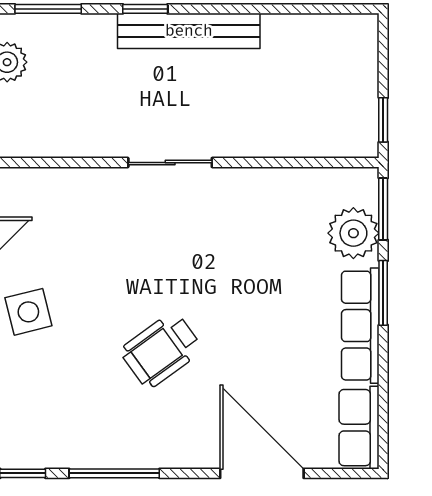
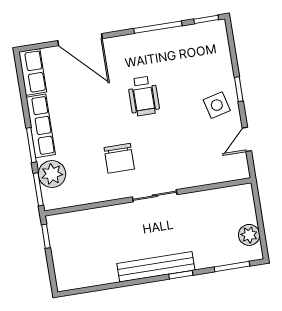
chair: (225, 242) -> (119, 158), added
wheelchair: (161, 350) -> (144, 96), turned 126

